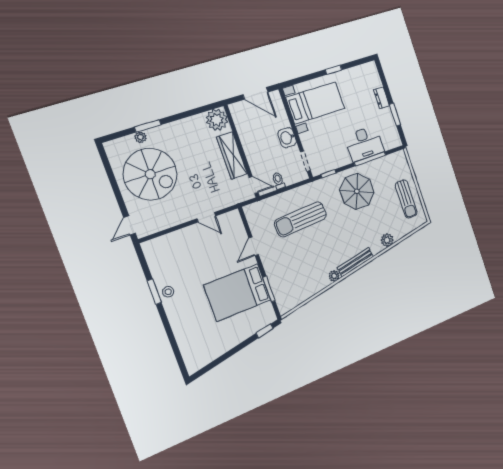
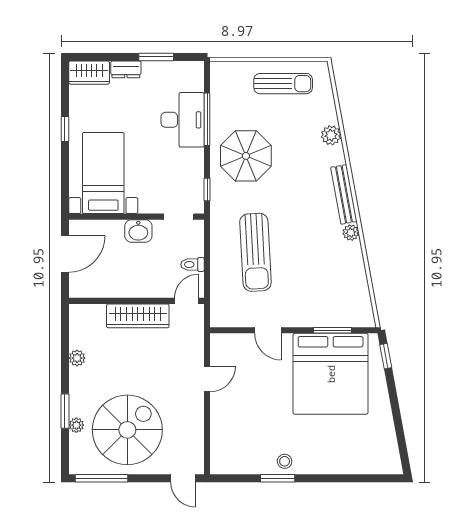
wardrobe: (372, 75) -> (89, 73), added
plant: (217, 120) -> (77, 358), moved, width x0.53, depth x0.53
window: (108, 167) -> (102, 478), added
bed: (237, 293) -> (331, 374), width x1.36

